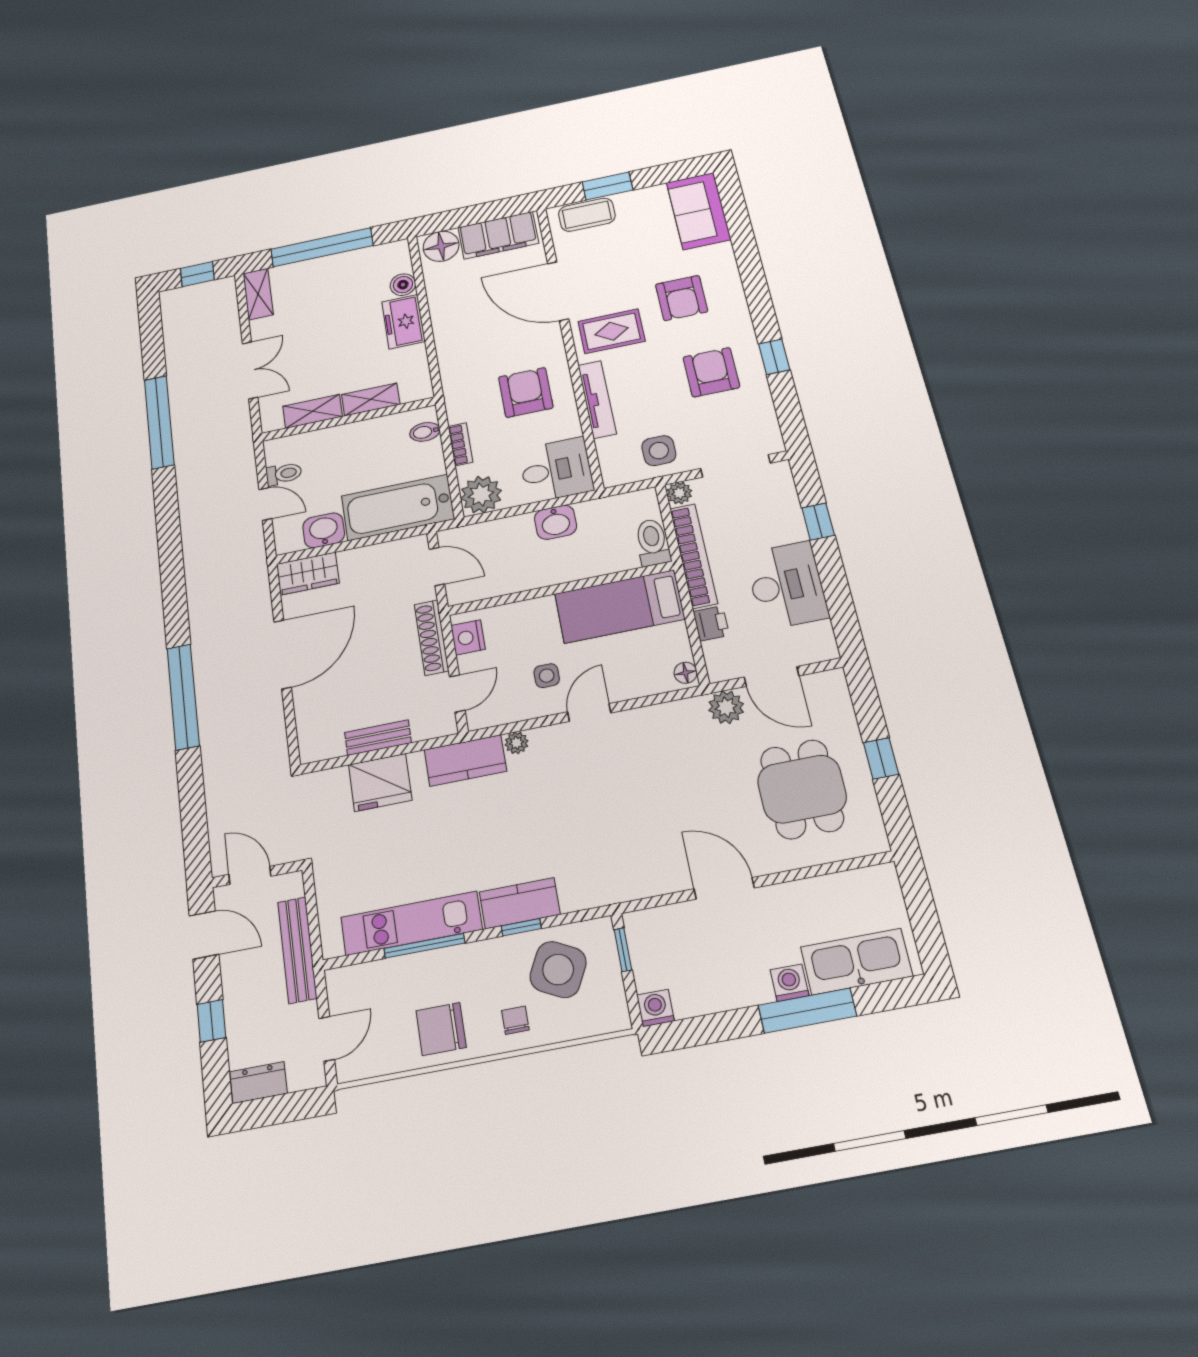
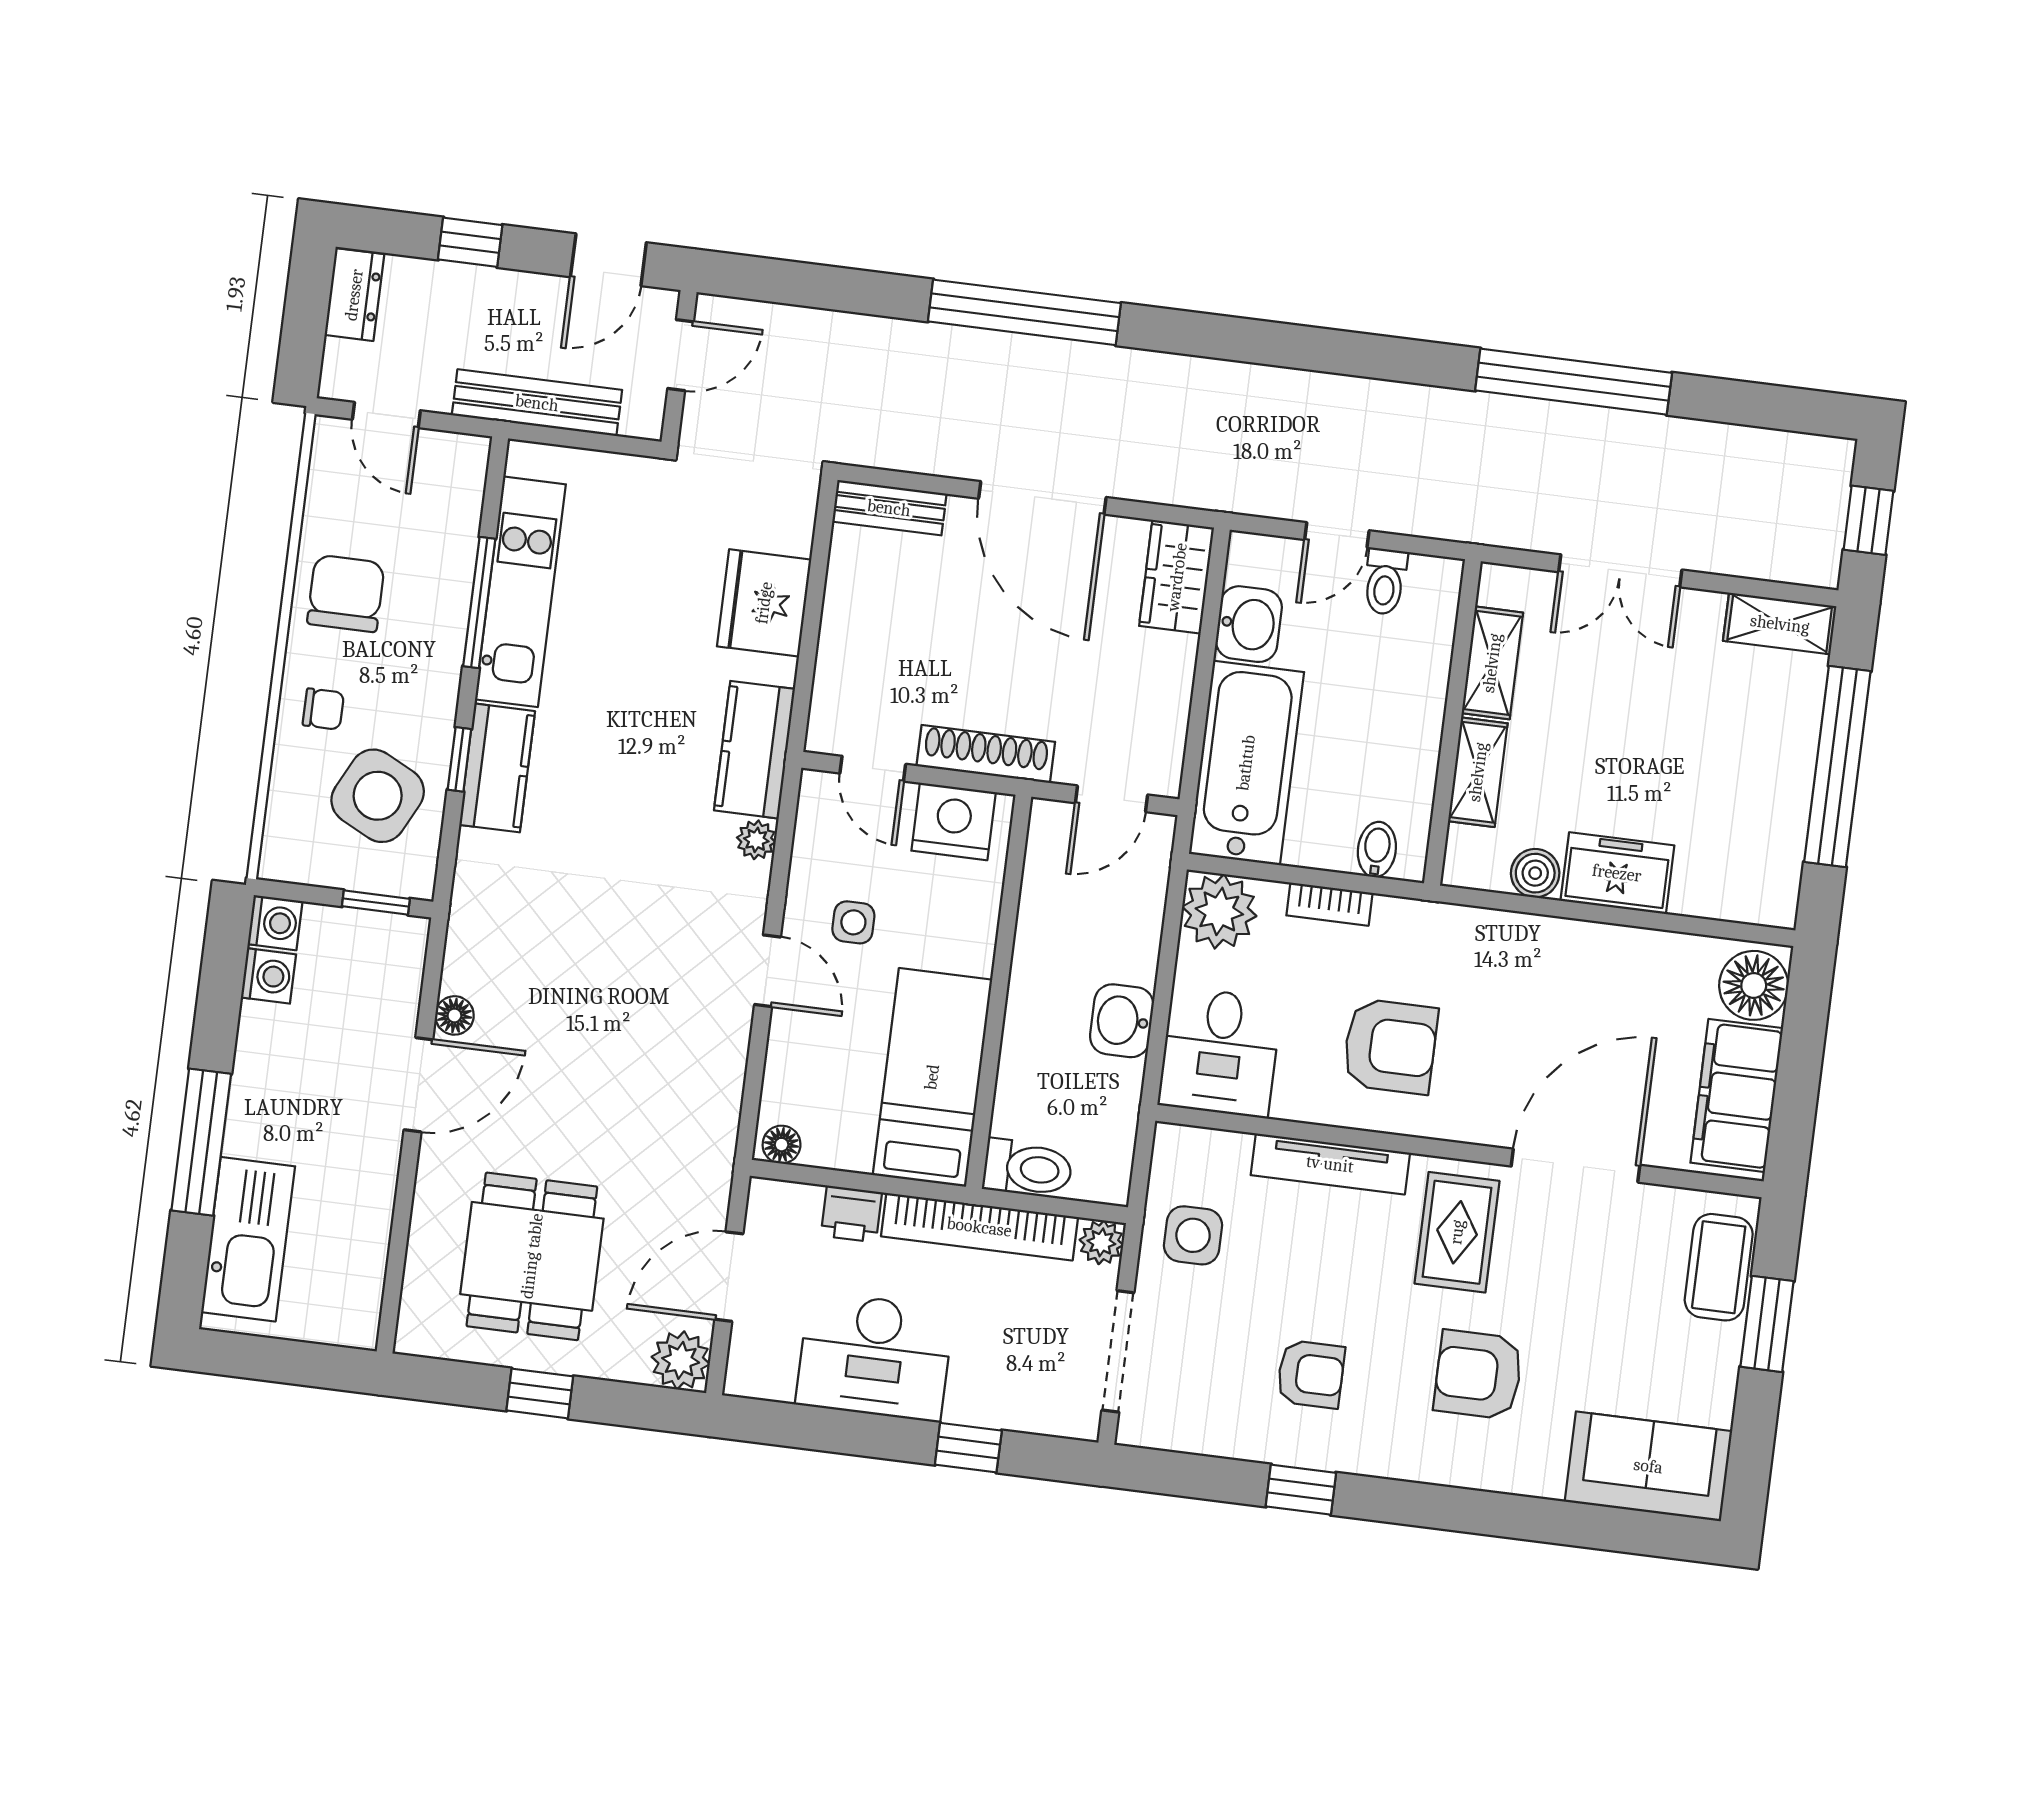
boiler: (403, 285) -> (1535, 873), moved
armchair: (711, 372) -> (1311, 1374), width x0.72, depth x0.72
nightstand: (468, 637) -> (954, 821), width x1.36, depth x1.33
plant: (726, 707) -> (681, 1360), moved
bench: (378, 738) -> (889, 508), moved, turned 90
dining table: (802, 789) -> (532, 1256), turned 90
floor lamp: (675, 881) -> (454, 1015), added
washing machine: (790, 983) -> (268, 976), moved

